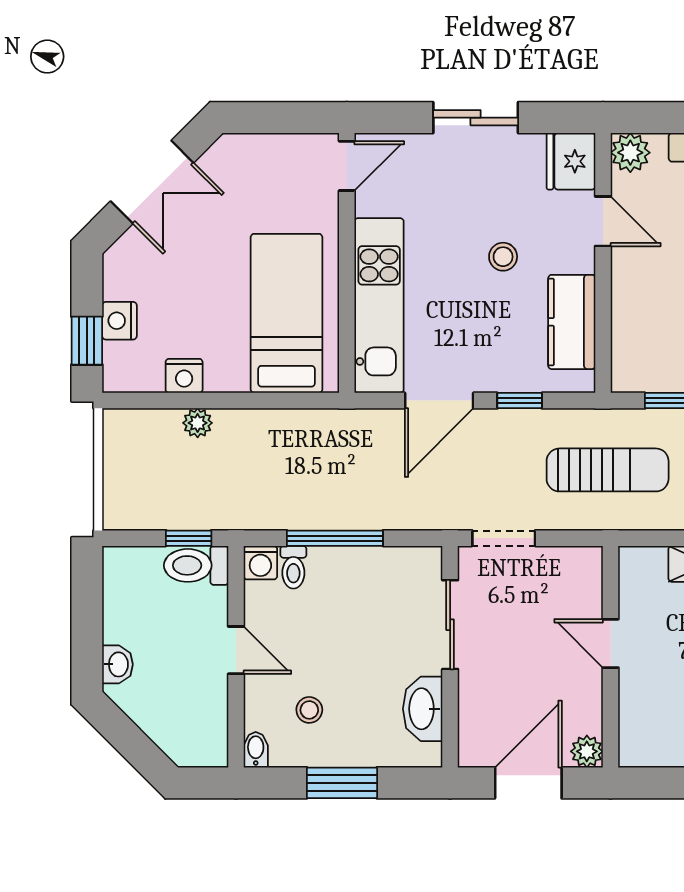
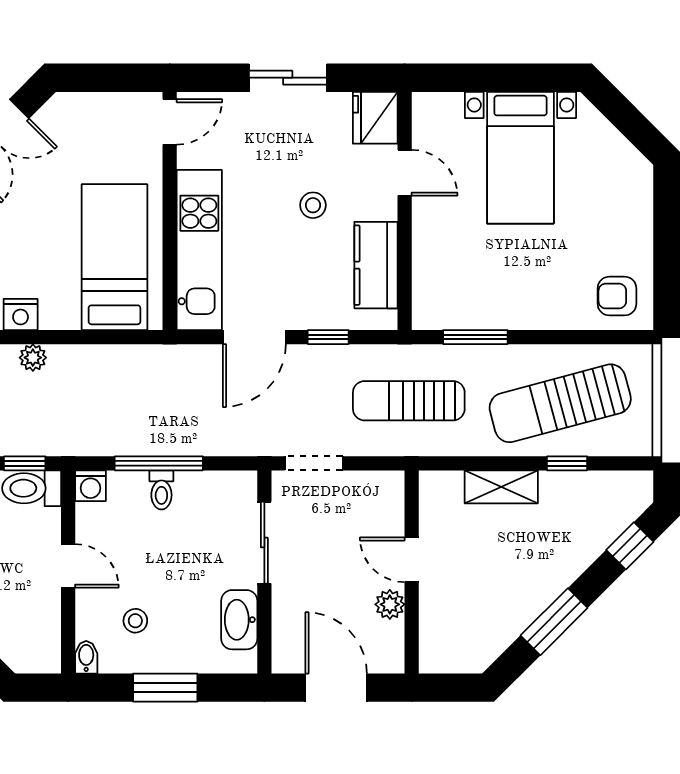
plant: (630, 153) -> (430, 110), removed
sun lounger: (608, 470) -> (409, 401), turned 180
toilet: (293, 567) -> (161, 490), moved
plant: (587, 751) -> (390, 604), moved
door: (528, 783) -> (336, 688), hinge flipped

